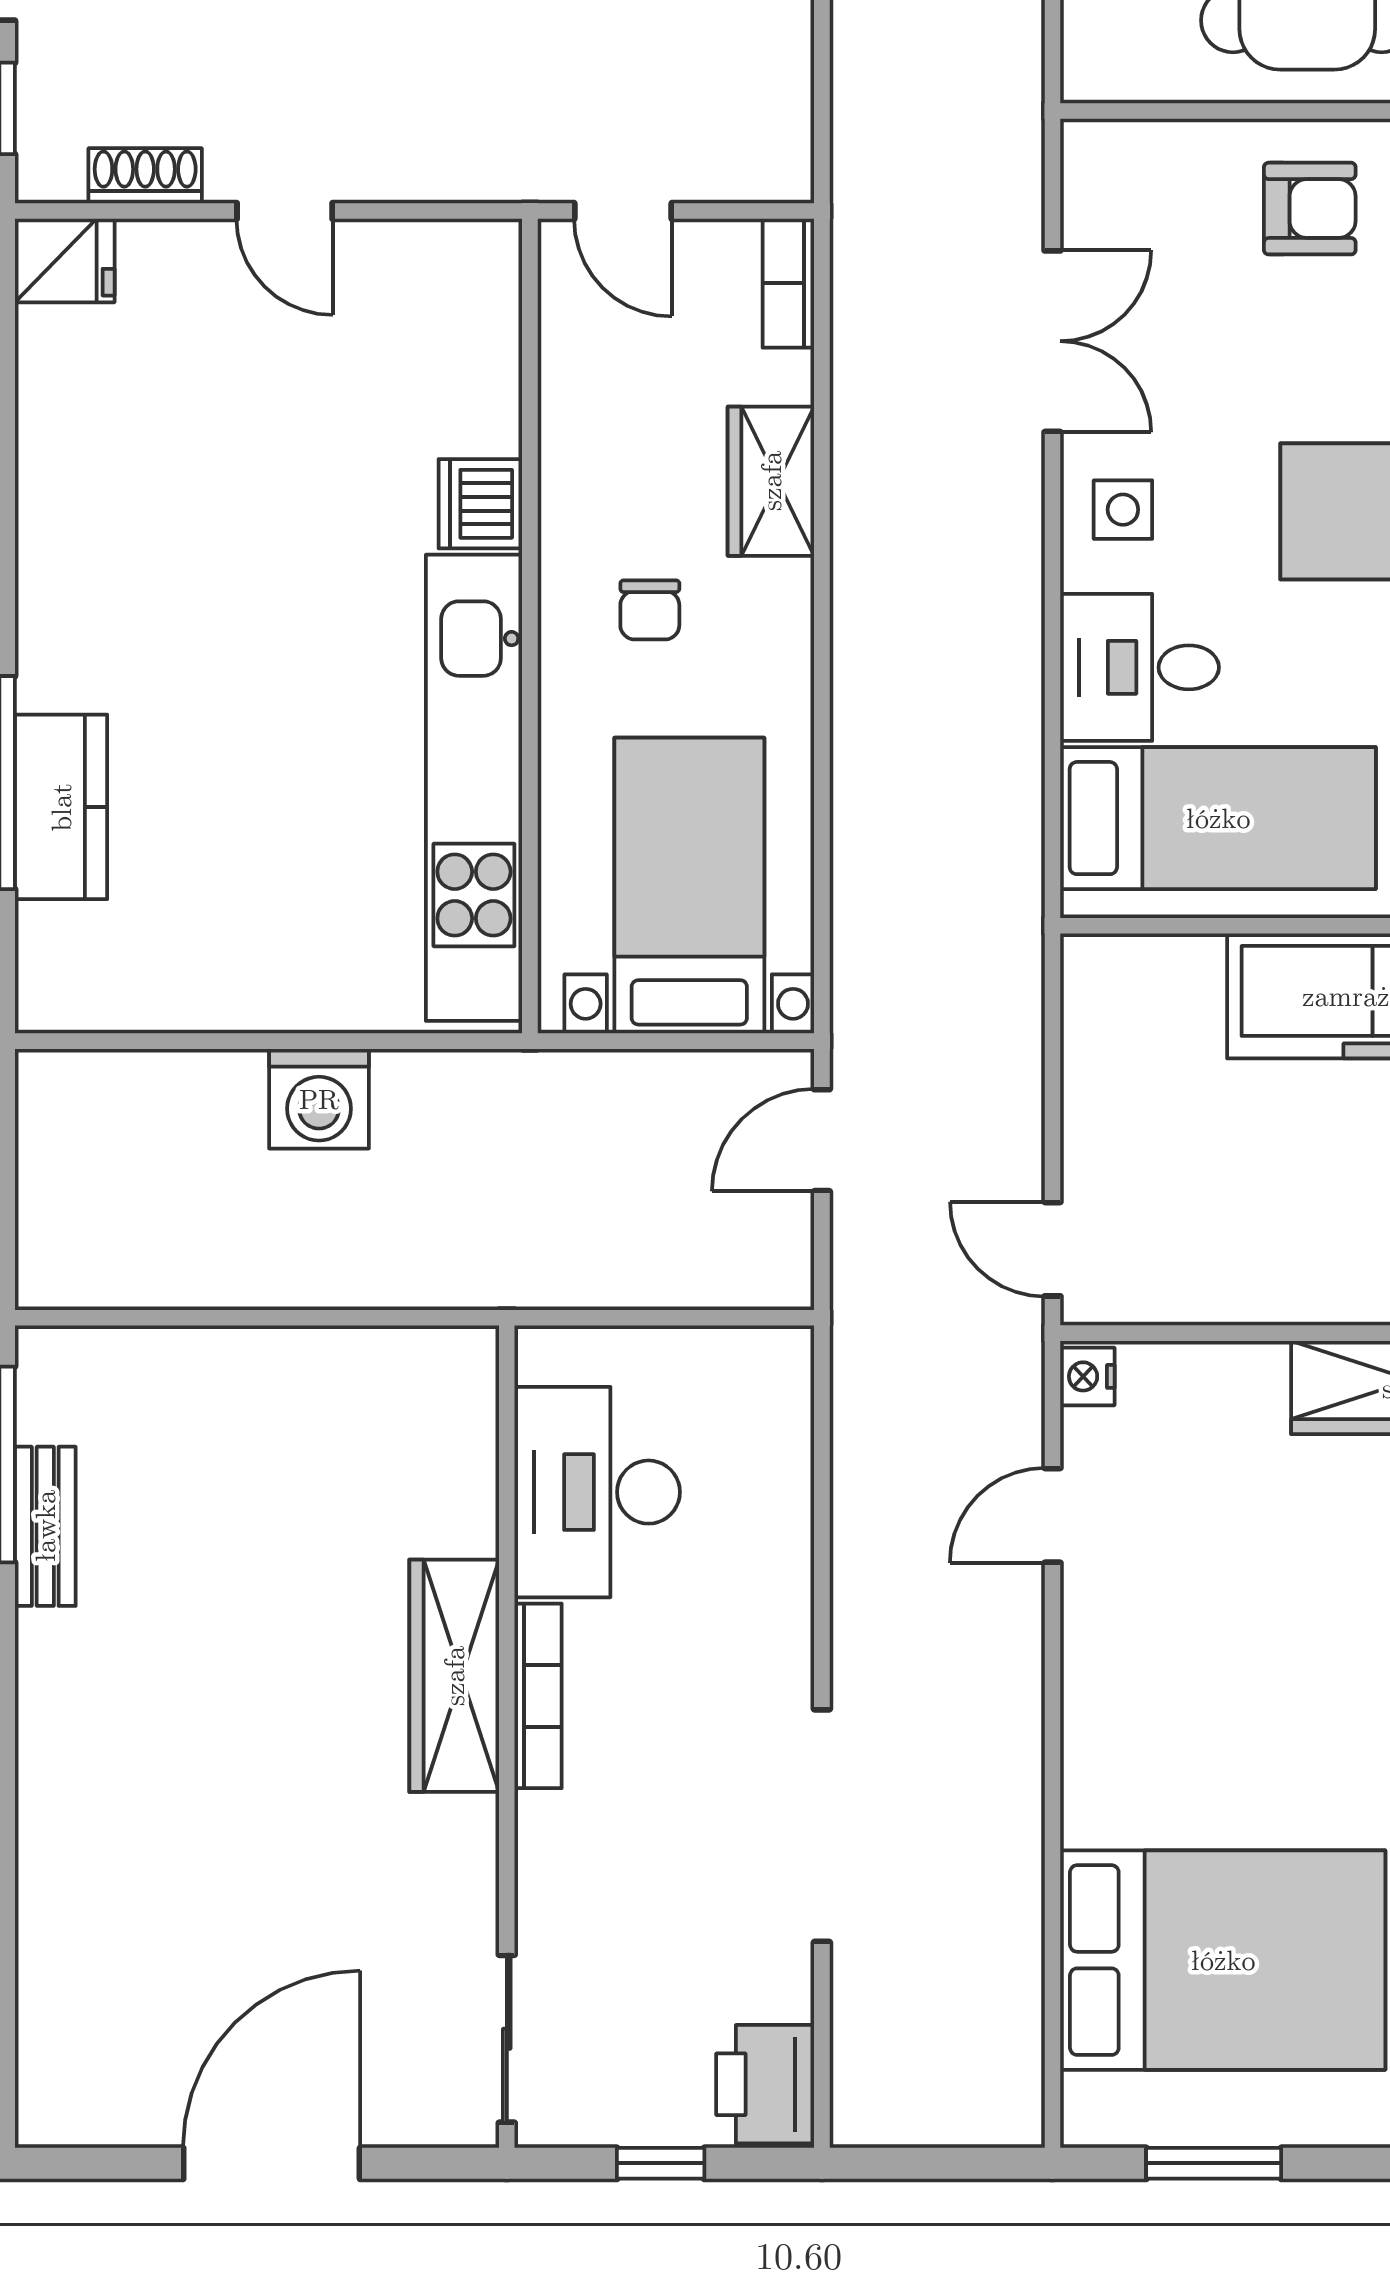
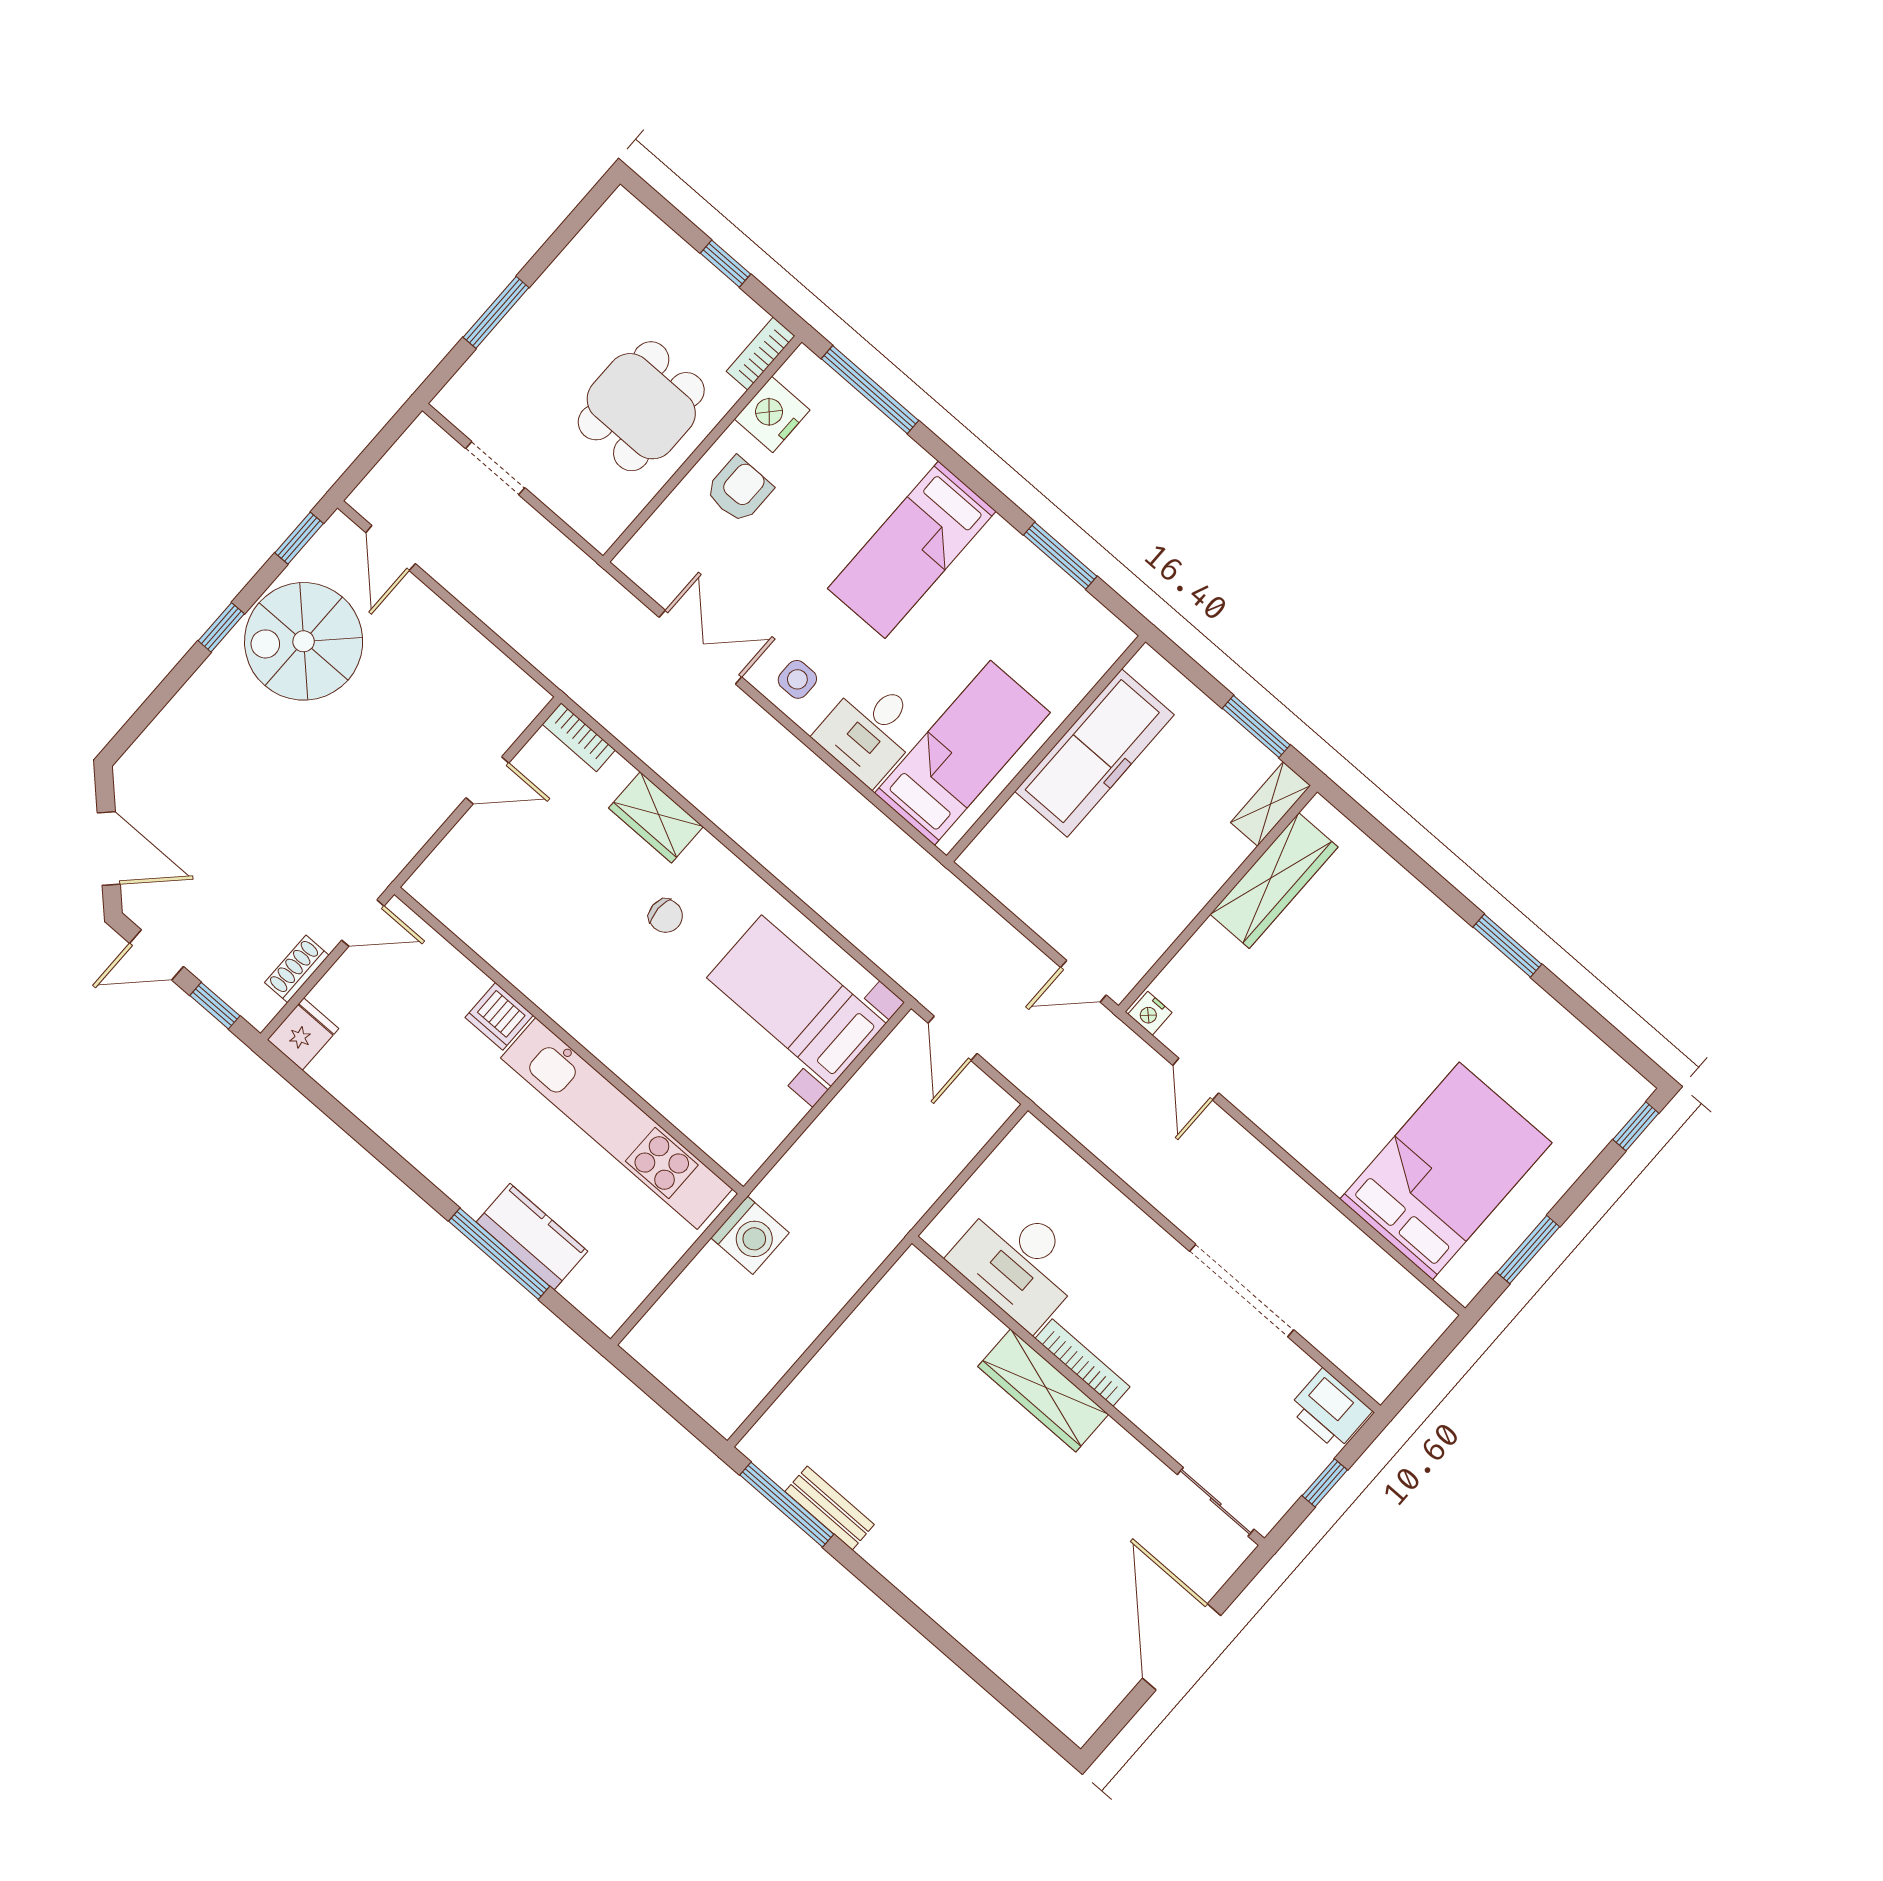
dishwasher: (480, 504) -> (499, 1016), moved
wall: (530, 626) -> (569, 1040), moved
kitchen unit: (474, 788) -> (617, 1124), moved

